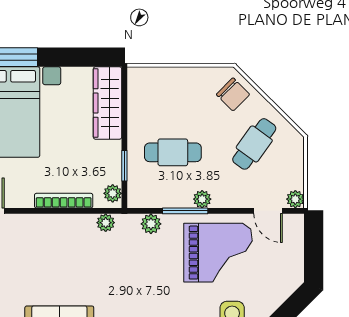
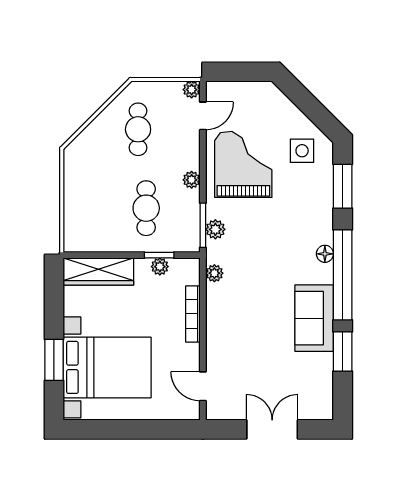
chair: (233, 94) -> (90, 150), removed
cafe table: (254, 144) -> (138, 129), turned 54
plant: (113, 193) -> (160, 267), moved
window: (185, 211) -> (203, 225), moved

